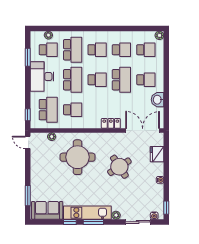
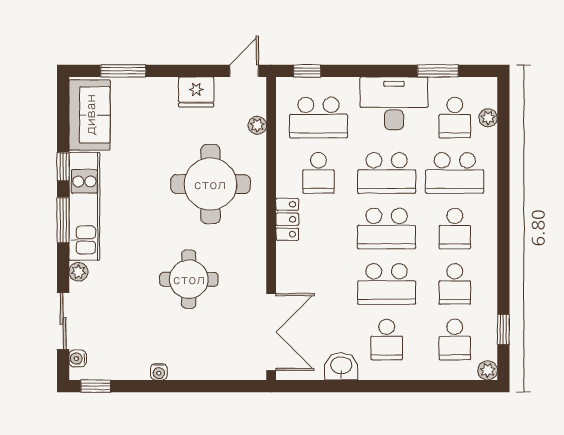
window: (141, 28) -> (503, 329), added
school desk: (97, 80) -> (387, 228), width x1.85
locker: (111, 123) -> (287, 219), moved
fridge: (157, 154) -> (196, 92), moved, turned 180
round table: (119, 167) -> (189, 279), turned 33

